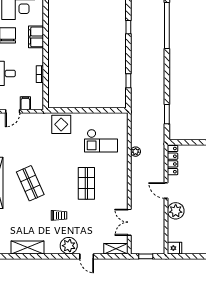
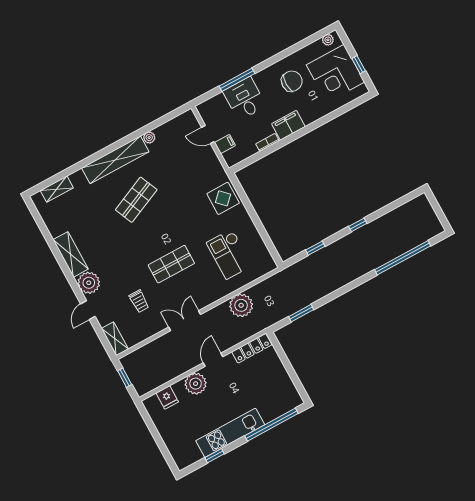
window: (128, 27) -> (358, 225), moved
filing cabinet: (36, 37) -> (288, 125), moved
plant: (136, 152) -> (241, 305), width x1.88, depth x1.88
trolley: (59, 215) -> (139, 301), moved
double door: (129, 222) -> (185, 321), moved
shelving: (28, 248) -> (71, 254), moved
fridge: (175, 248) -> (167, 397), moved

